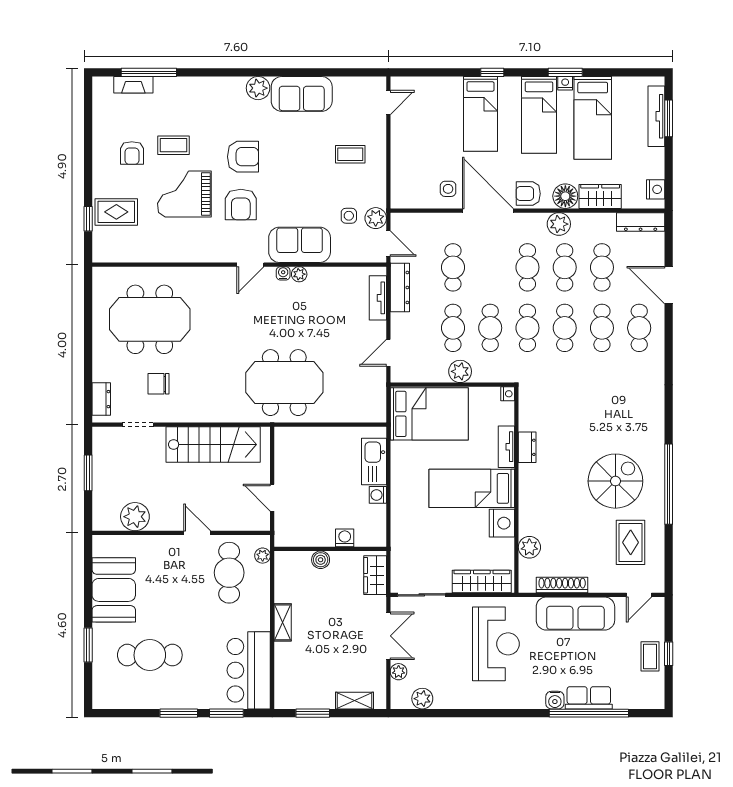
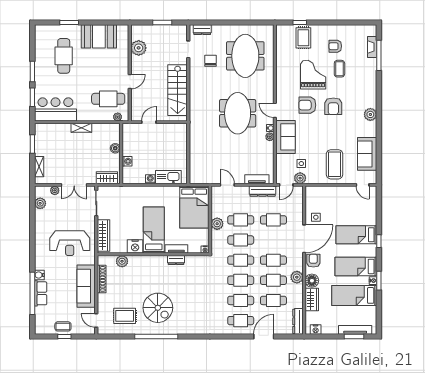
sofa: (302, 94) -> (367, 154), moved
coffee table: (350, 154) -> (335, 164), width x1.86, depth x1.72
meeting table: (284, 383) -> (238, 113), moved

